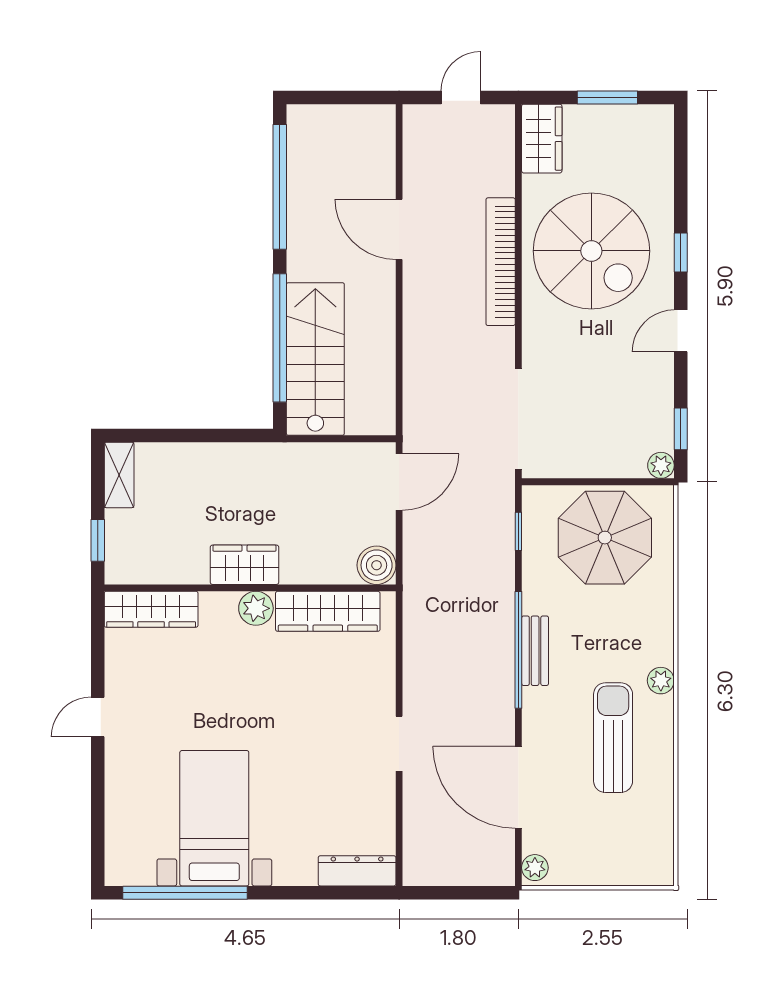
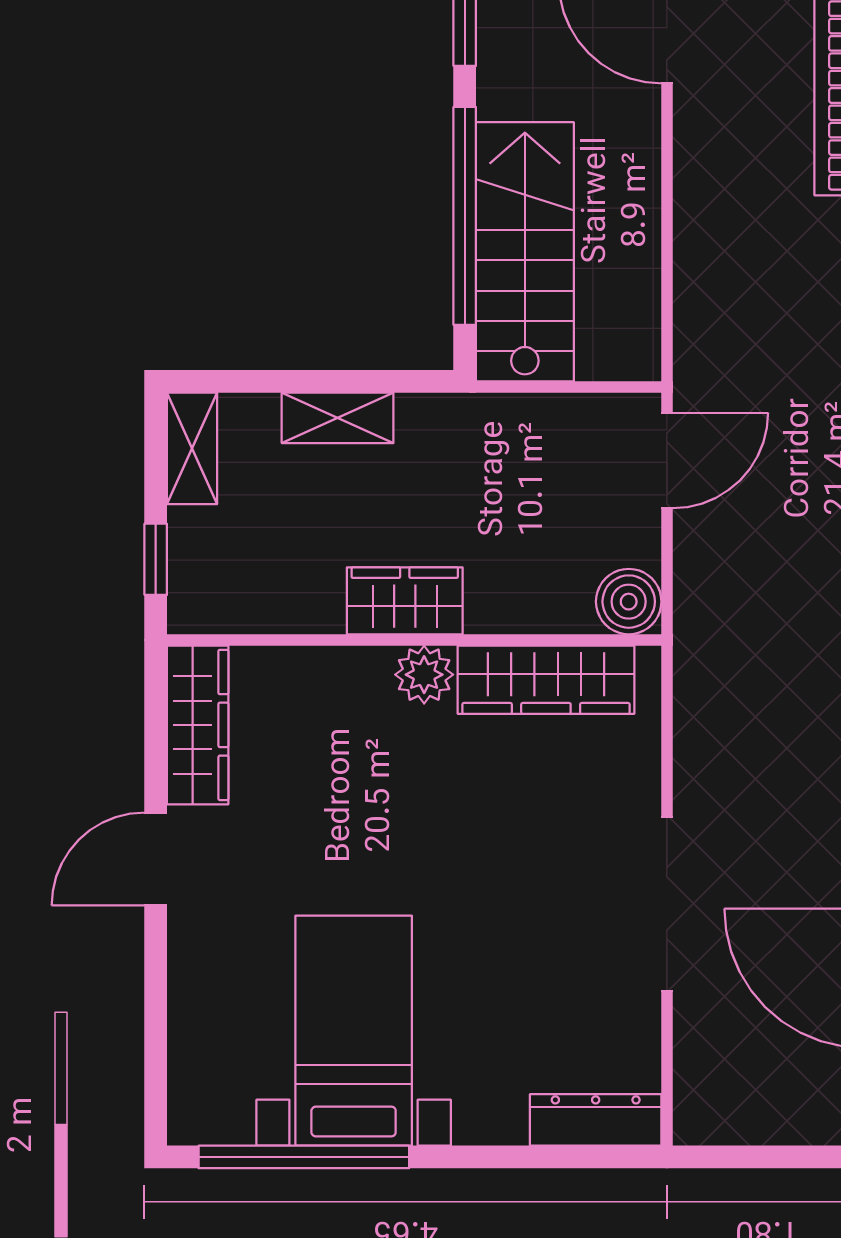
shelving: (205, 457) -> (338, 418), added
wardrobe: (151, 609) -> (198, 725), moved, turned -90
door: (98, 717) -> (156, 859), width x1.38
doorway: (399, 744) -> (667, 904), width x1.87

